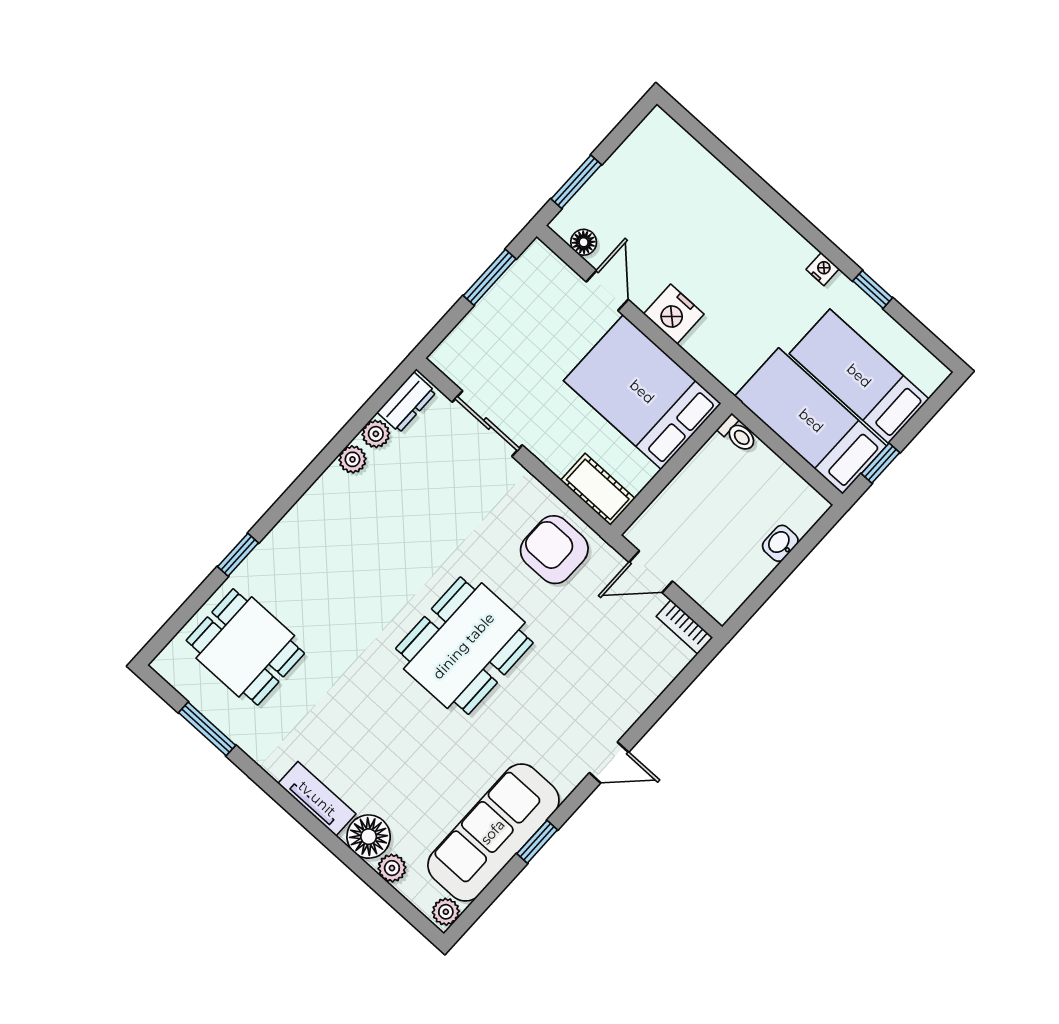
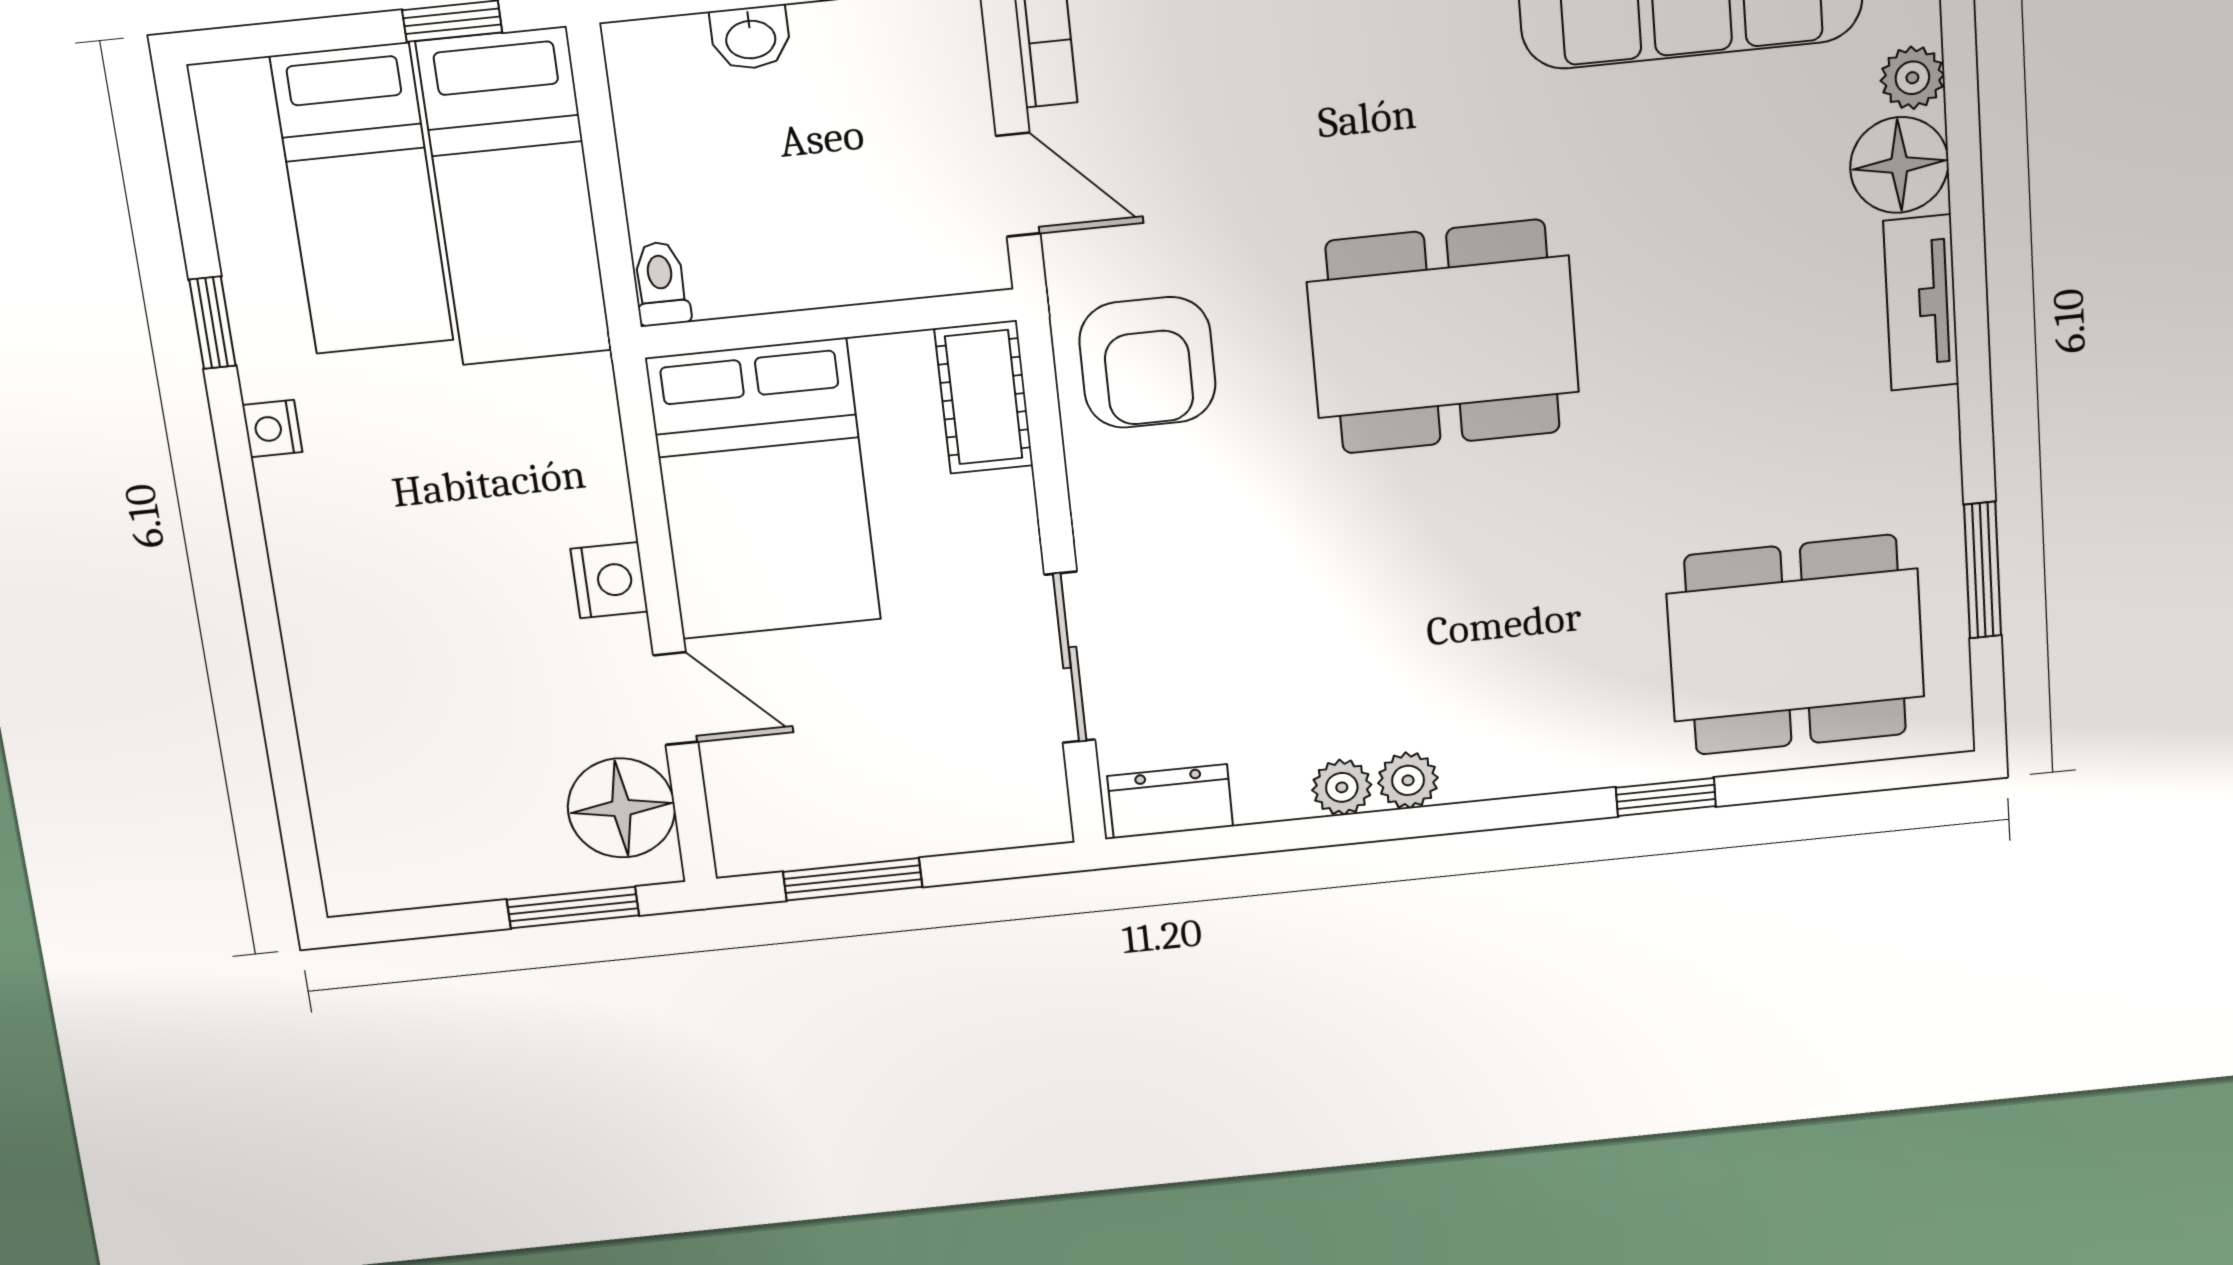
floor lamp: (584, 242) -> (621, 808), width x1.89, depth x1.89
door: (607, 291) -> (676, 699), swing flipped
nightstand: (674, 314) -> (609, 580), width x0.74, depth x0.75
plant: (376, 434) -> (1408, 780), moved
dining table: (245, 647) -> (1796, 645), width x1.38

